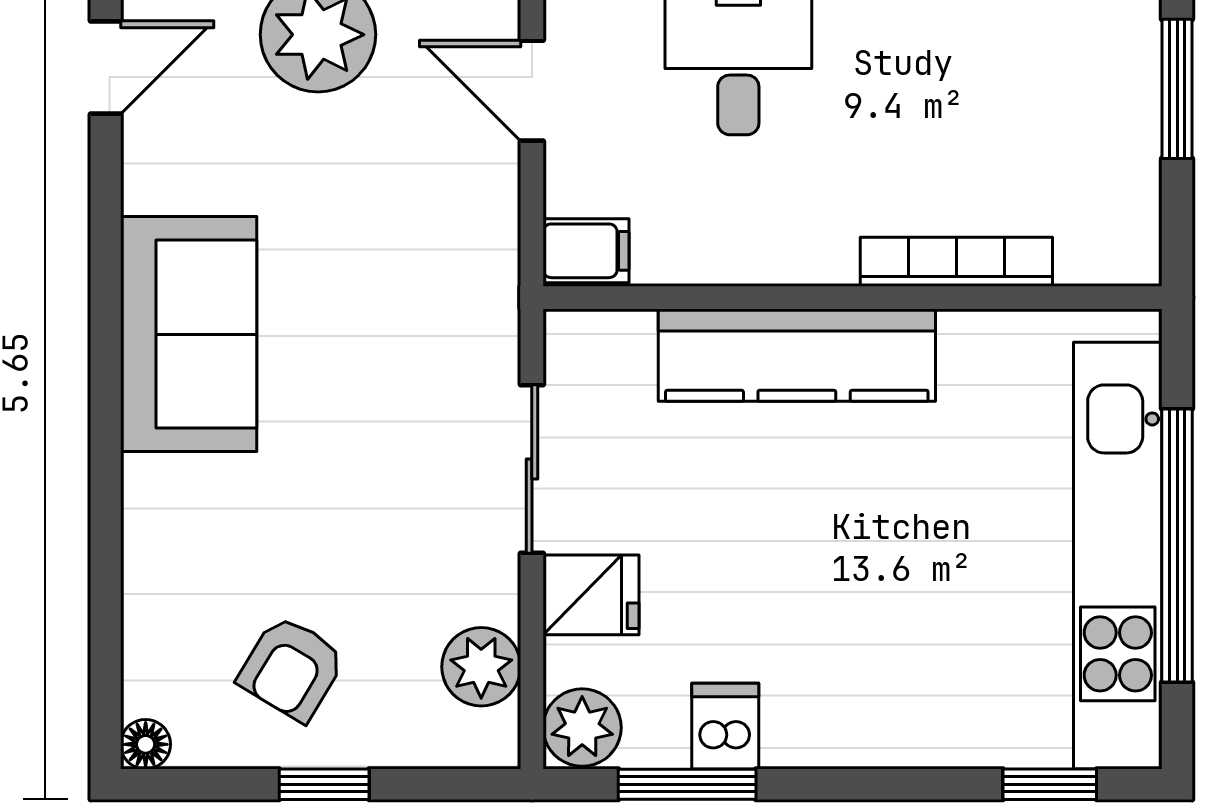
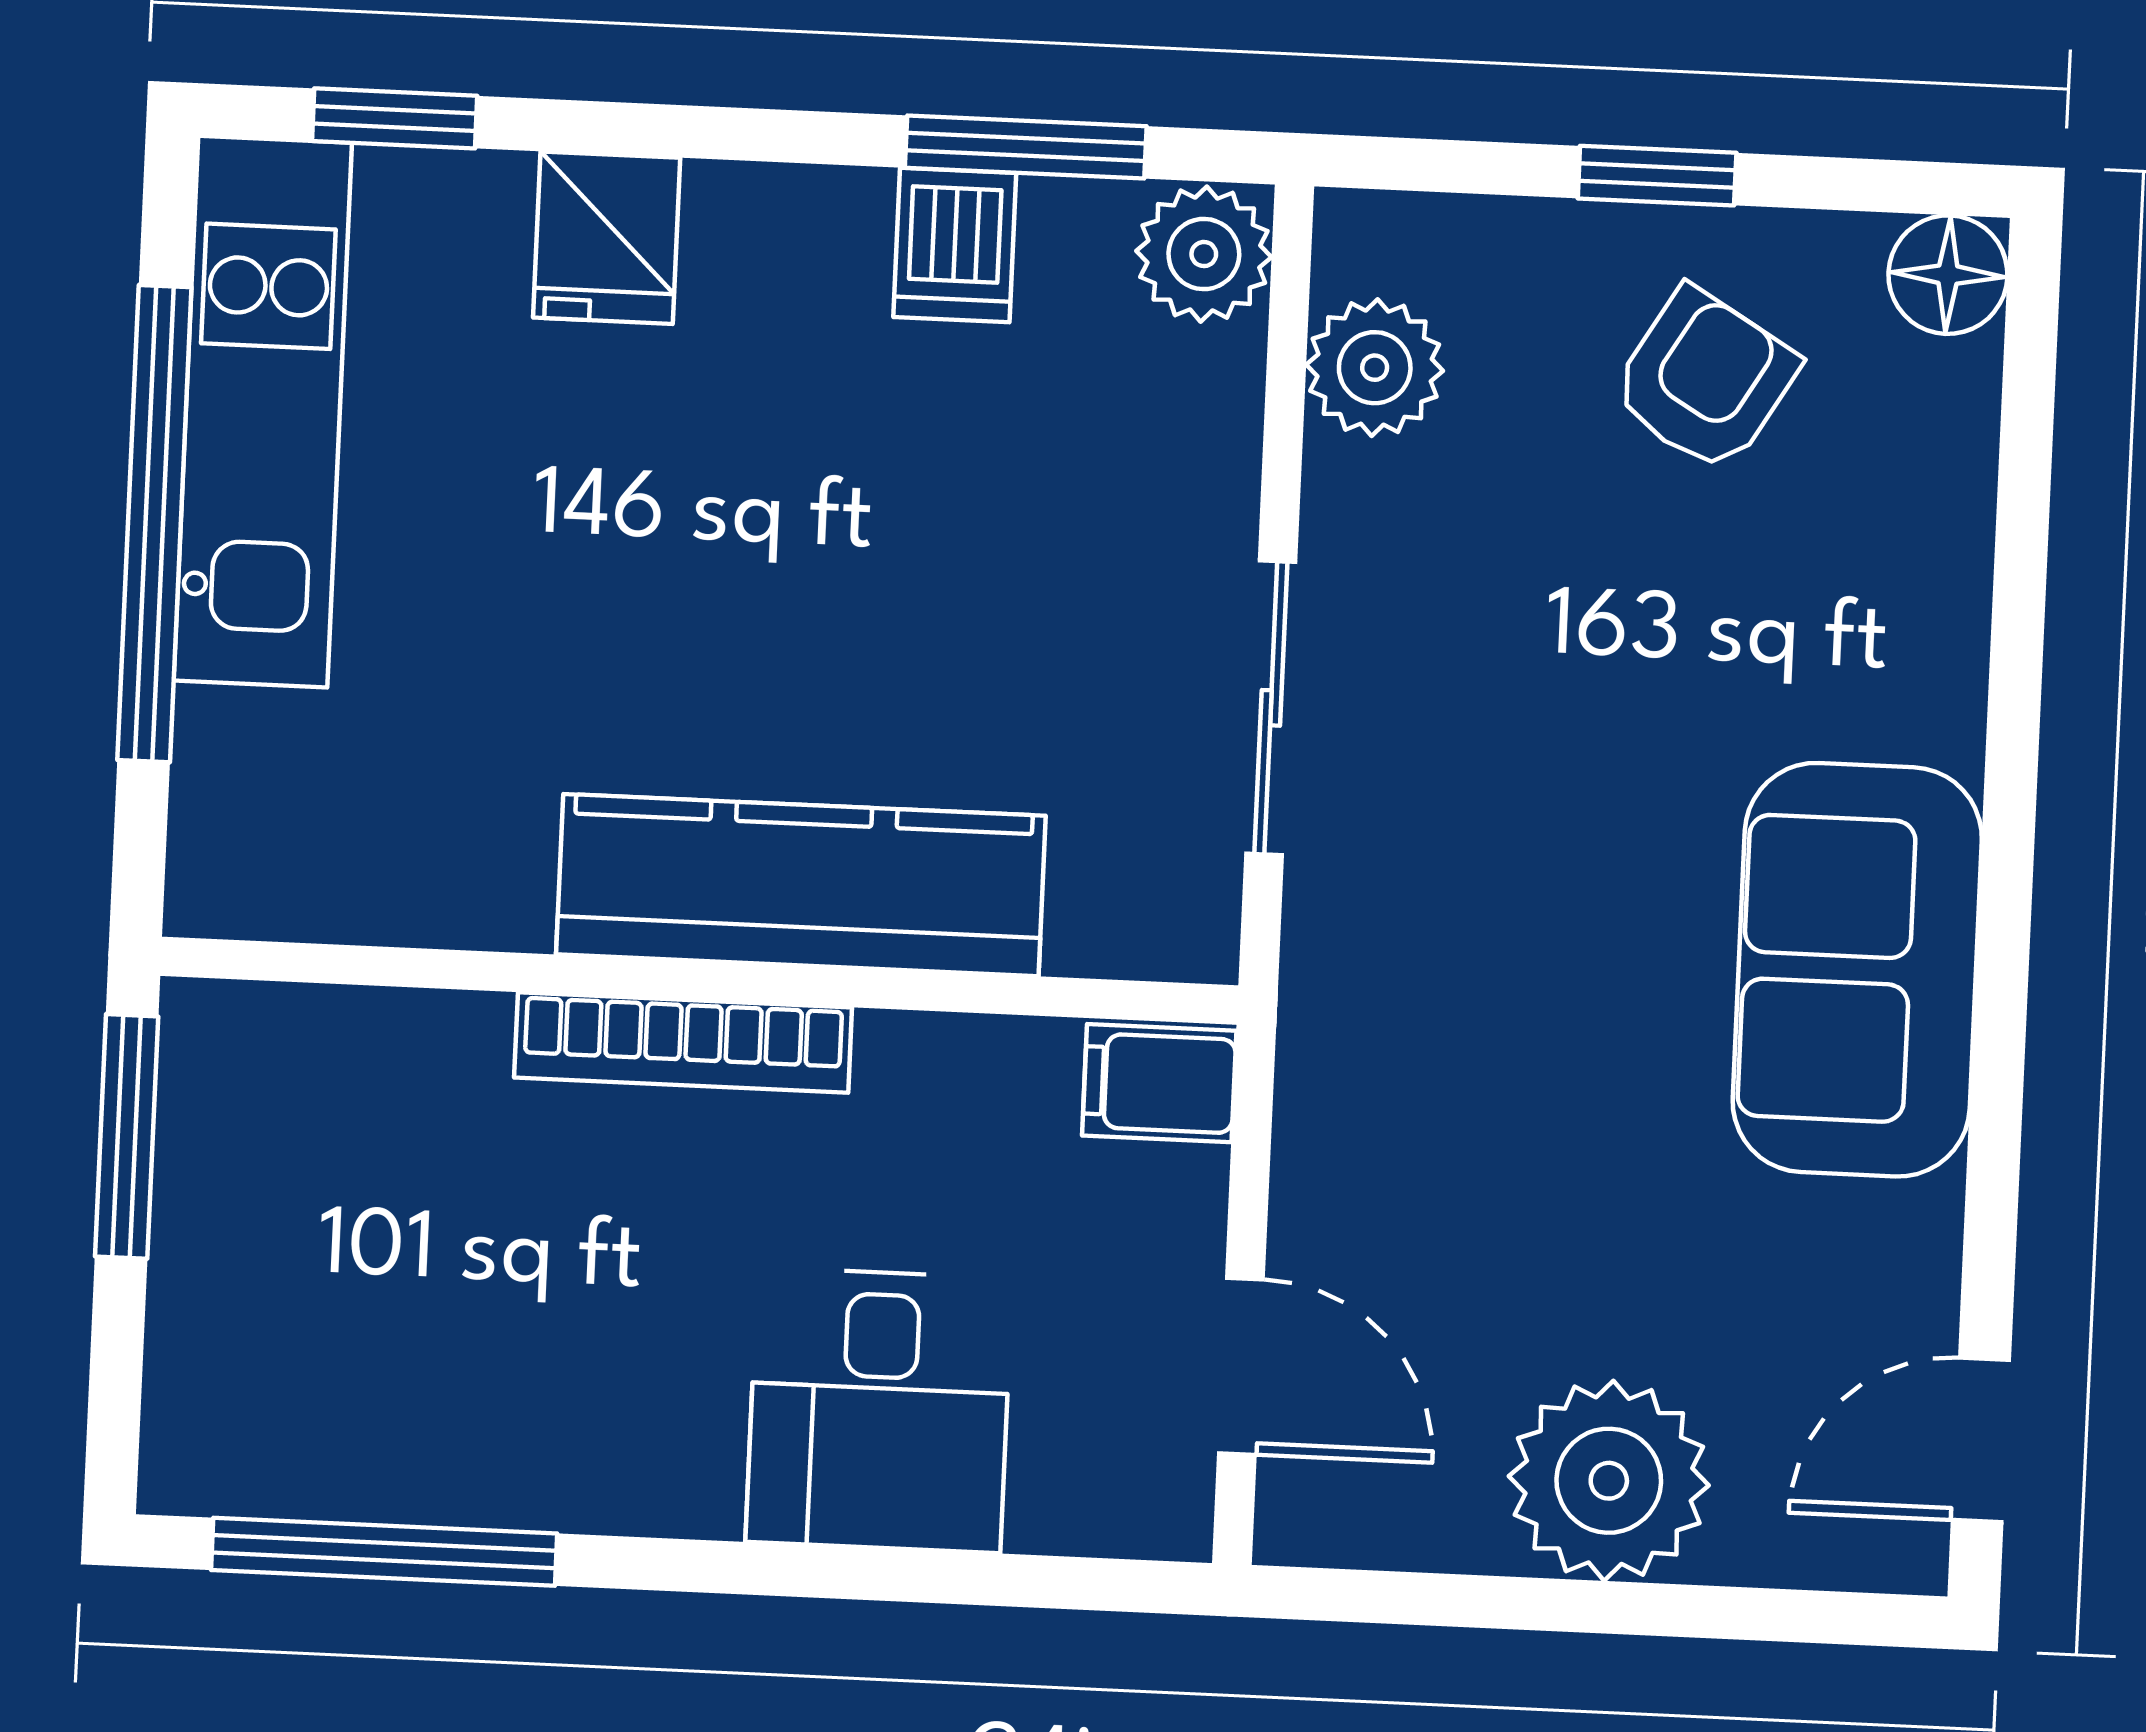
window: (1177, 89) -> (127, 1136), moved
bookcase: (956, 262) -> (683, 1042), moved
kitchen unit: (1118, 556) -> (263, 412), width x0.73
fridge: (591, 595) -> (607, 238), moved, turned -90
floor lamp: (146, 744) -> (1948, 275), width x1.37, depth x1.37

